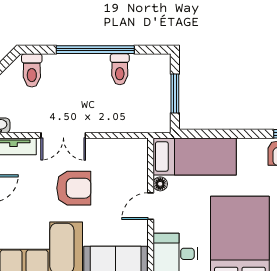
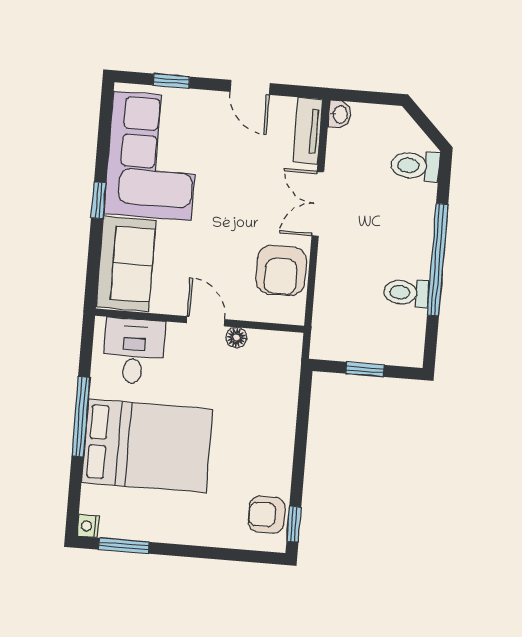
window: (175, 93) -> (365, 369), width x0.67
bed: (195, 157) -> (272, 390), removed
armchair: (74, 188) -> (281, 270), moved

